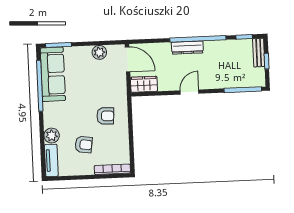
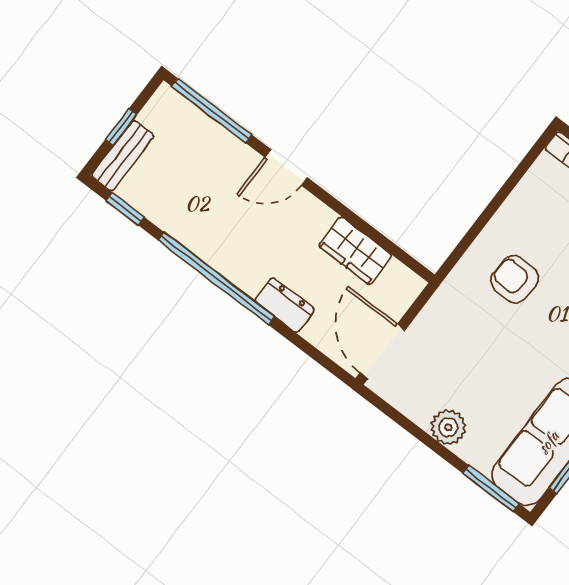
dresser: (187, 48) -> (285, 305), moved, width x0.70
plant: (99, 52) -> (448, 427), moved
wardrobe: (144, 84) -> (355, 251), moved
door: (189, 92) -> (286, 168), moved

